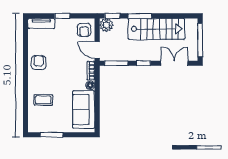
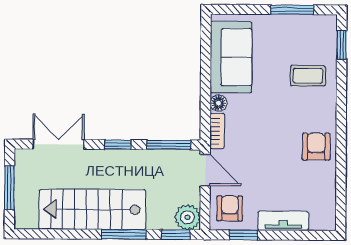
window: (62, 16) -> (243, 235), moved
tv unit: (41, 23) -> (283, 221), moved
window: (200, 40) -> (9, 188), width x0.69
armchair: (39, 63) -> (316, 147), turned 180
double door: (174, 63) -> (59, 144), swing flipped
window: (26, 116) -> (342, 45), added

